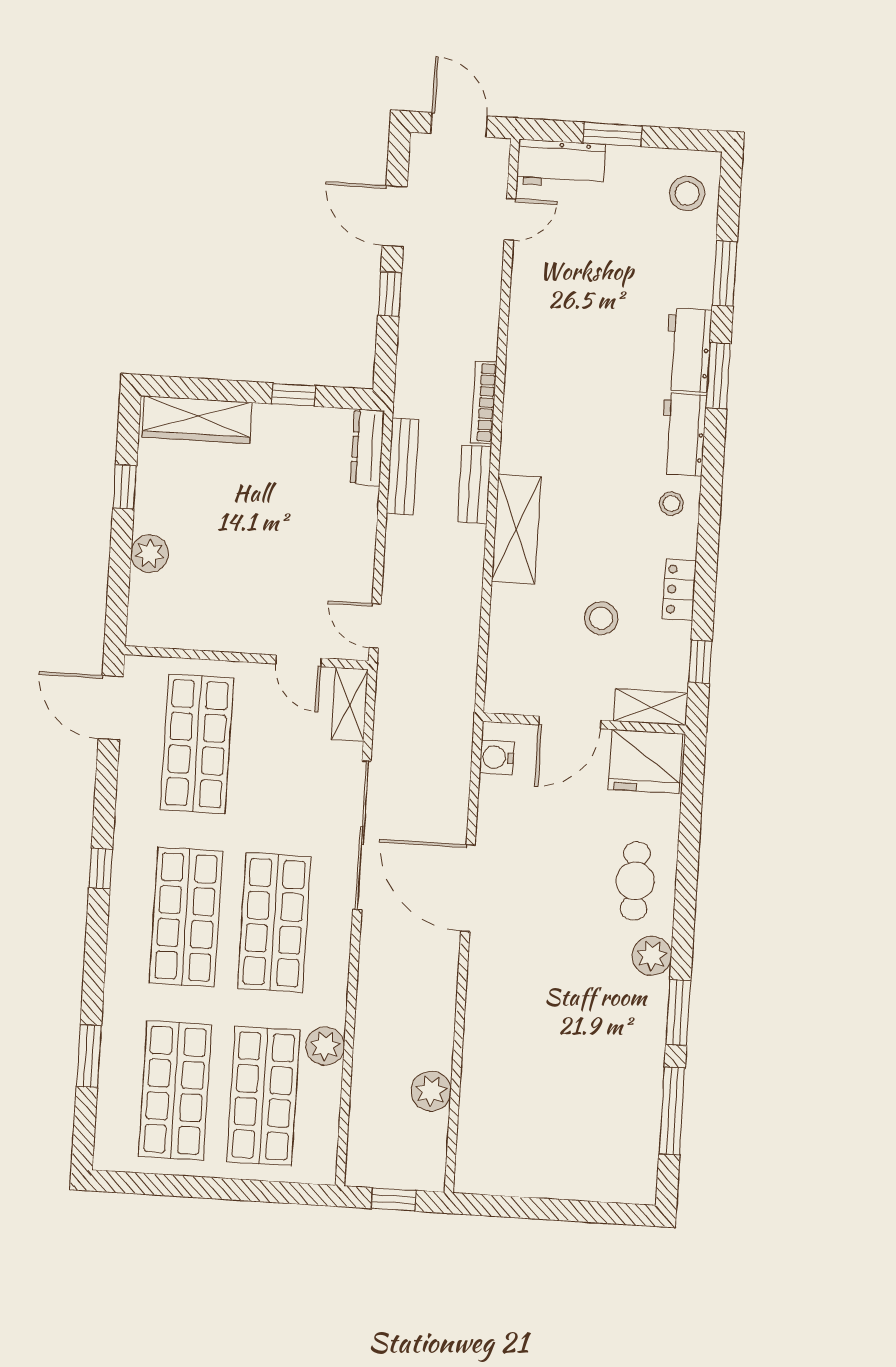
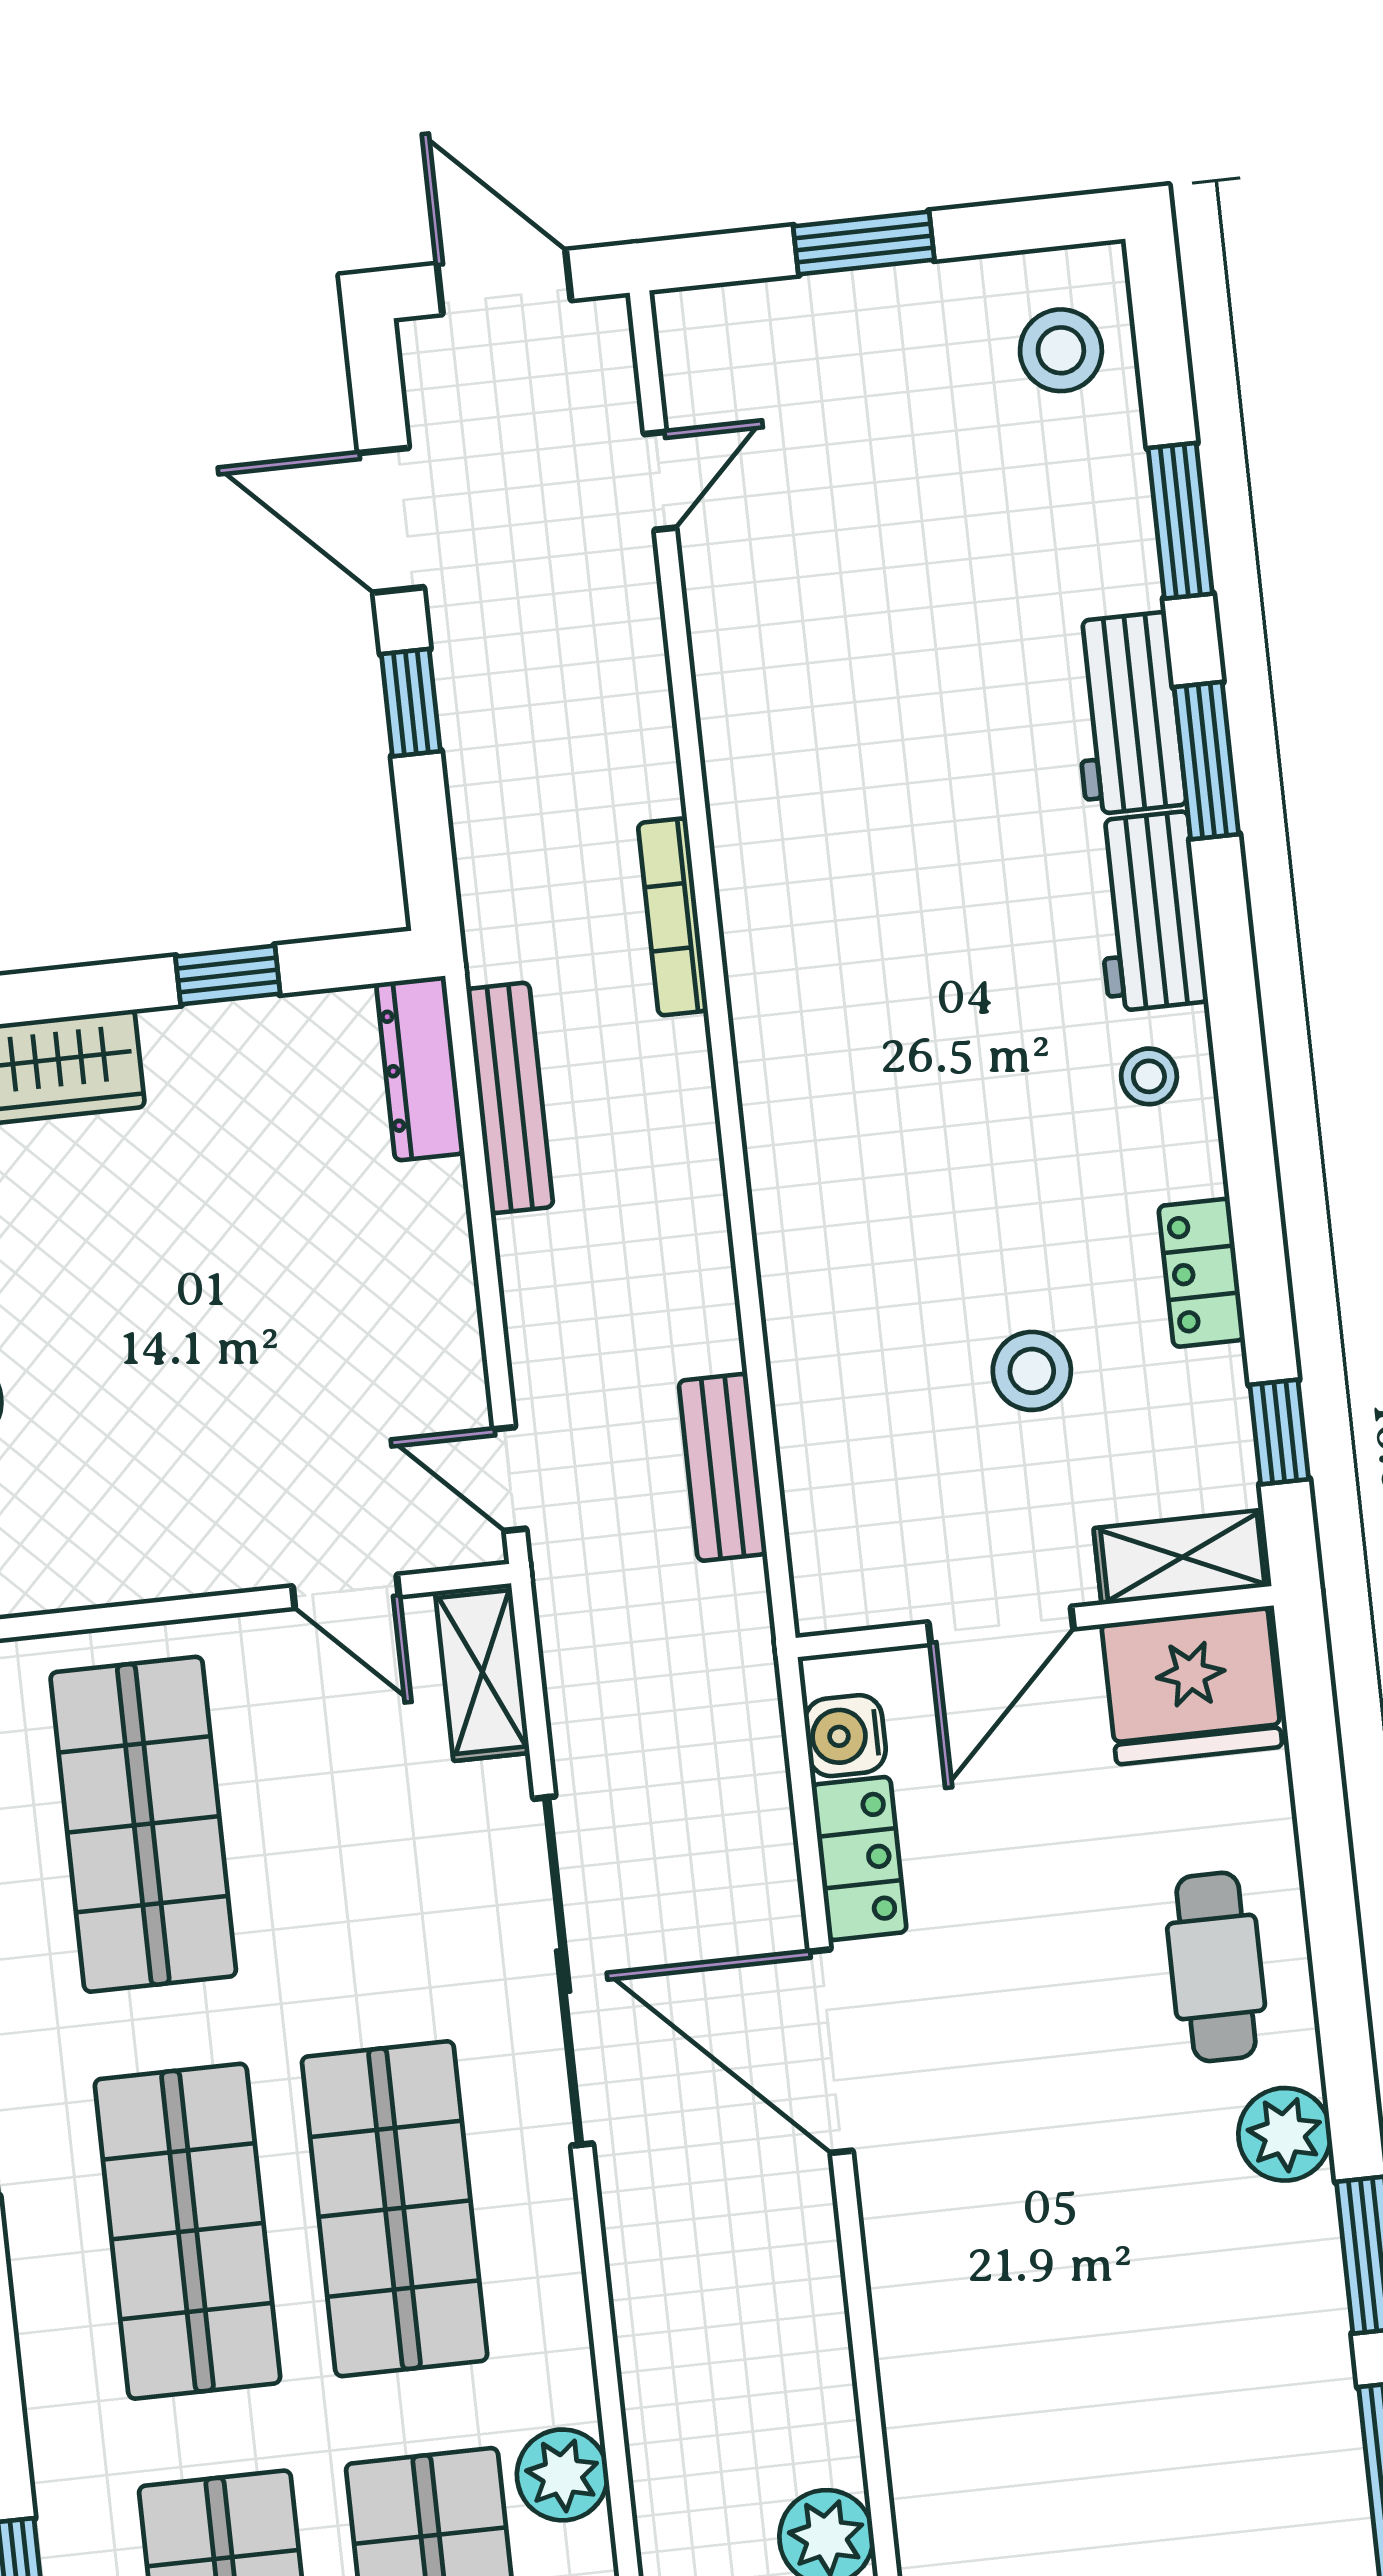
workbench: (561, 164) -> (756, 332), removed
bench: (474, 484) -> (723, 1467), moved
shelving: (516, 529) -> (799, 1198), removed
locker: (494, 810) -> (859, 1858), added

